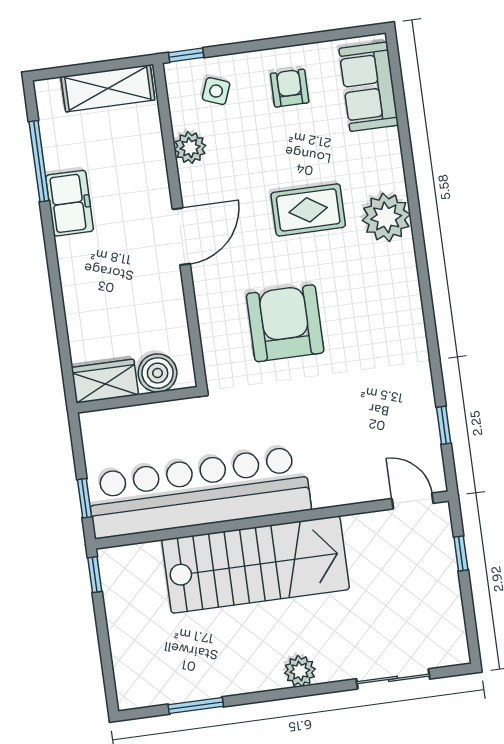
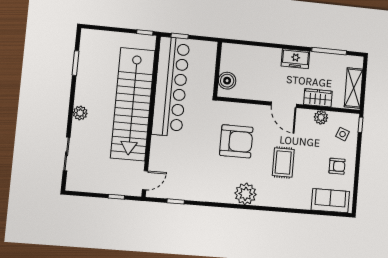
freezer: (70, 203) -> (295, 59), moved
plant: (386, 217) -> (246, 194), moved
wardrobe: (105, 381) -> (318, 98), moved, turned -90
stairs: (256, 565) -> (133, 104), width x1.36

